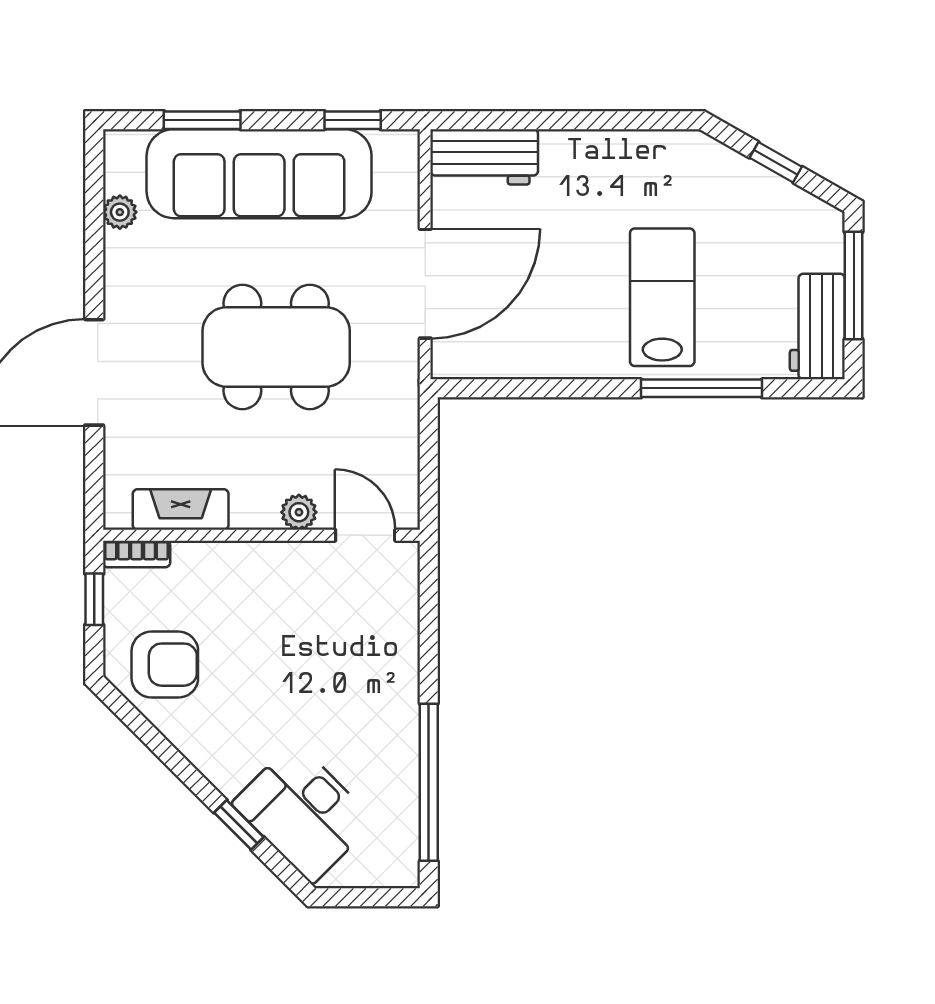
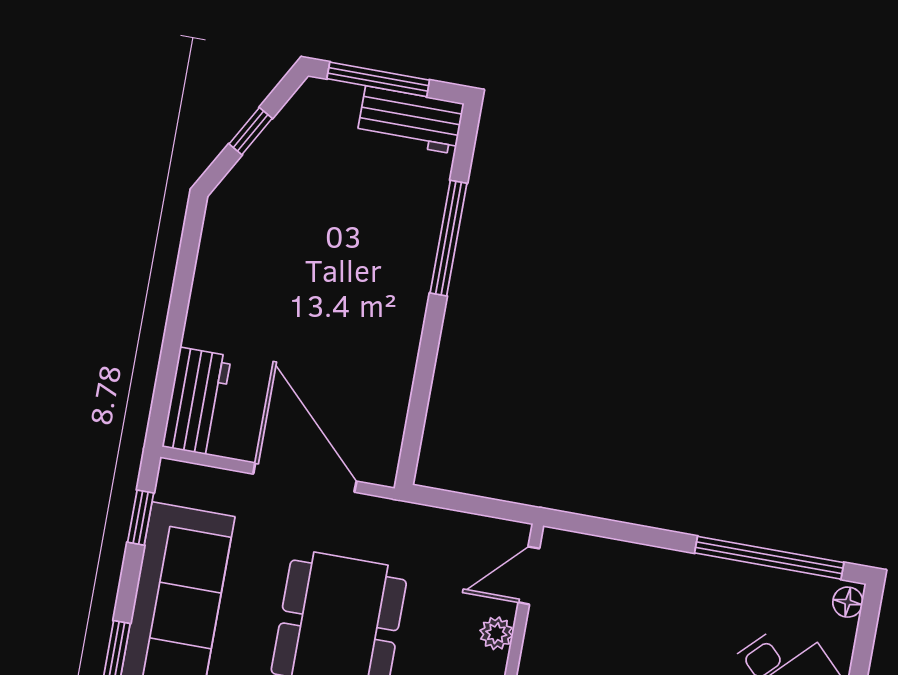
lab bench: (662, 297) -> (357, 259), removed
floor lamp: (397, 872) -> (848, 602), added

